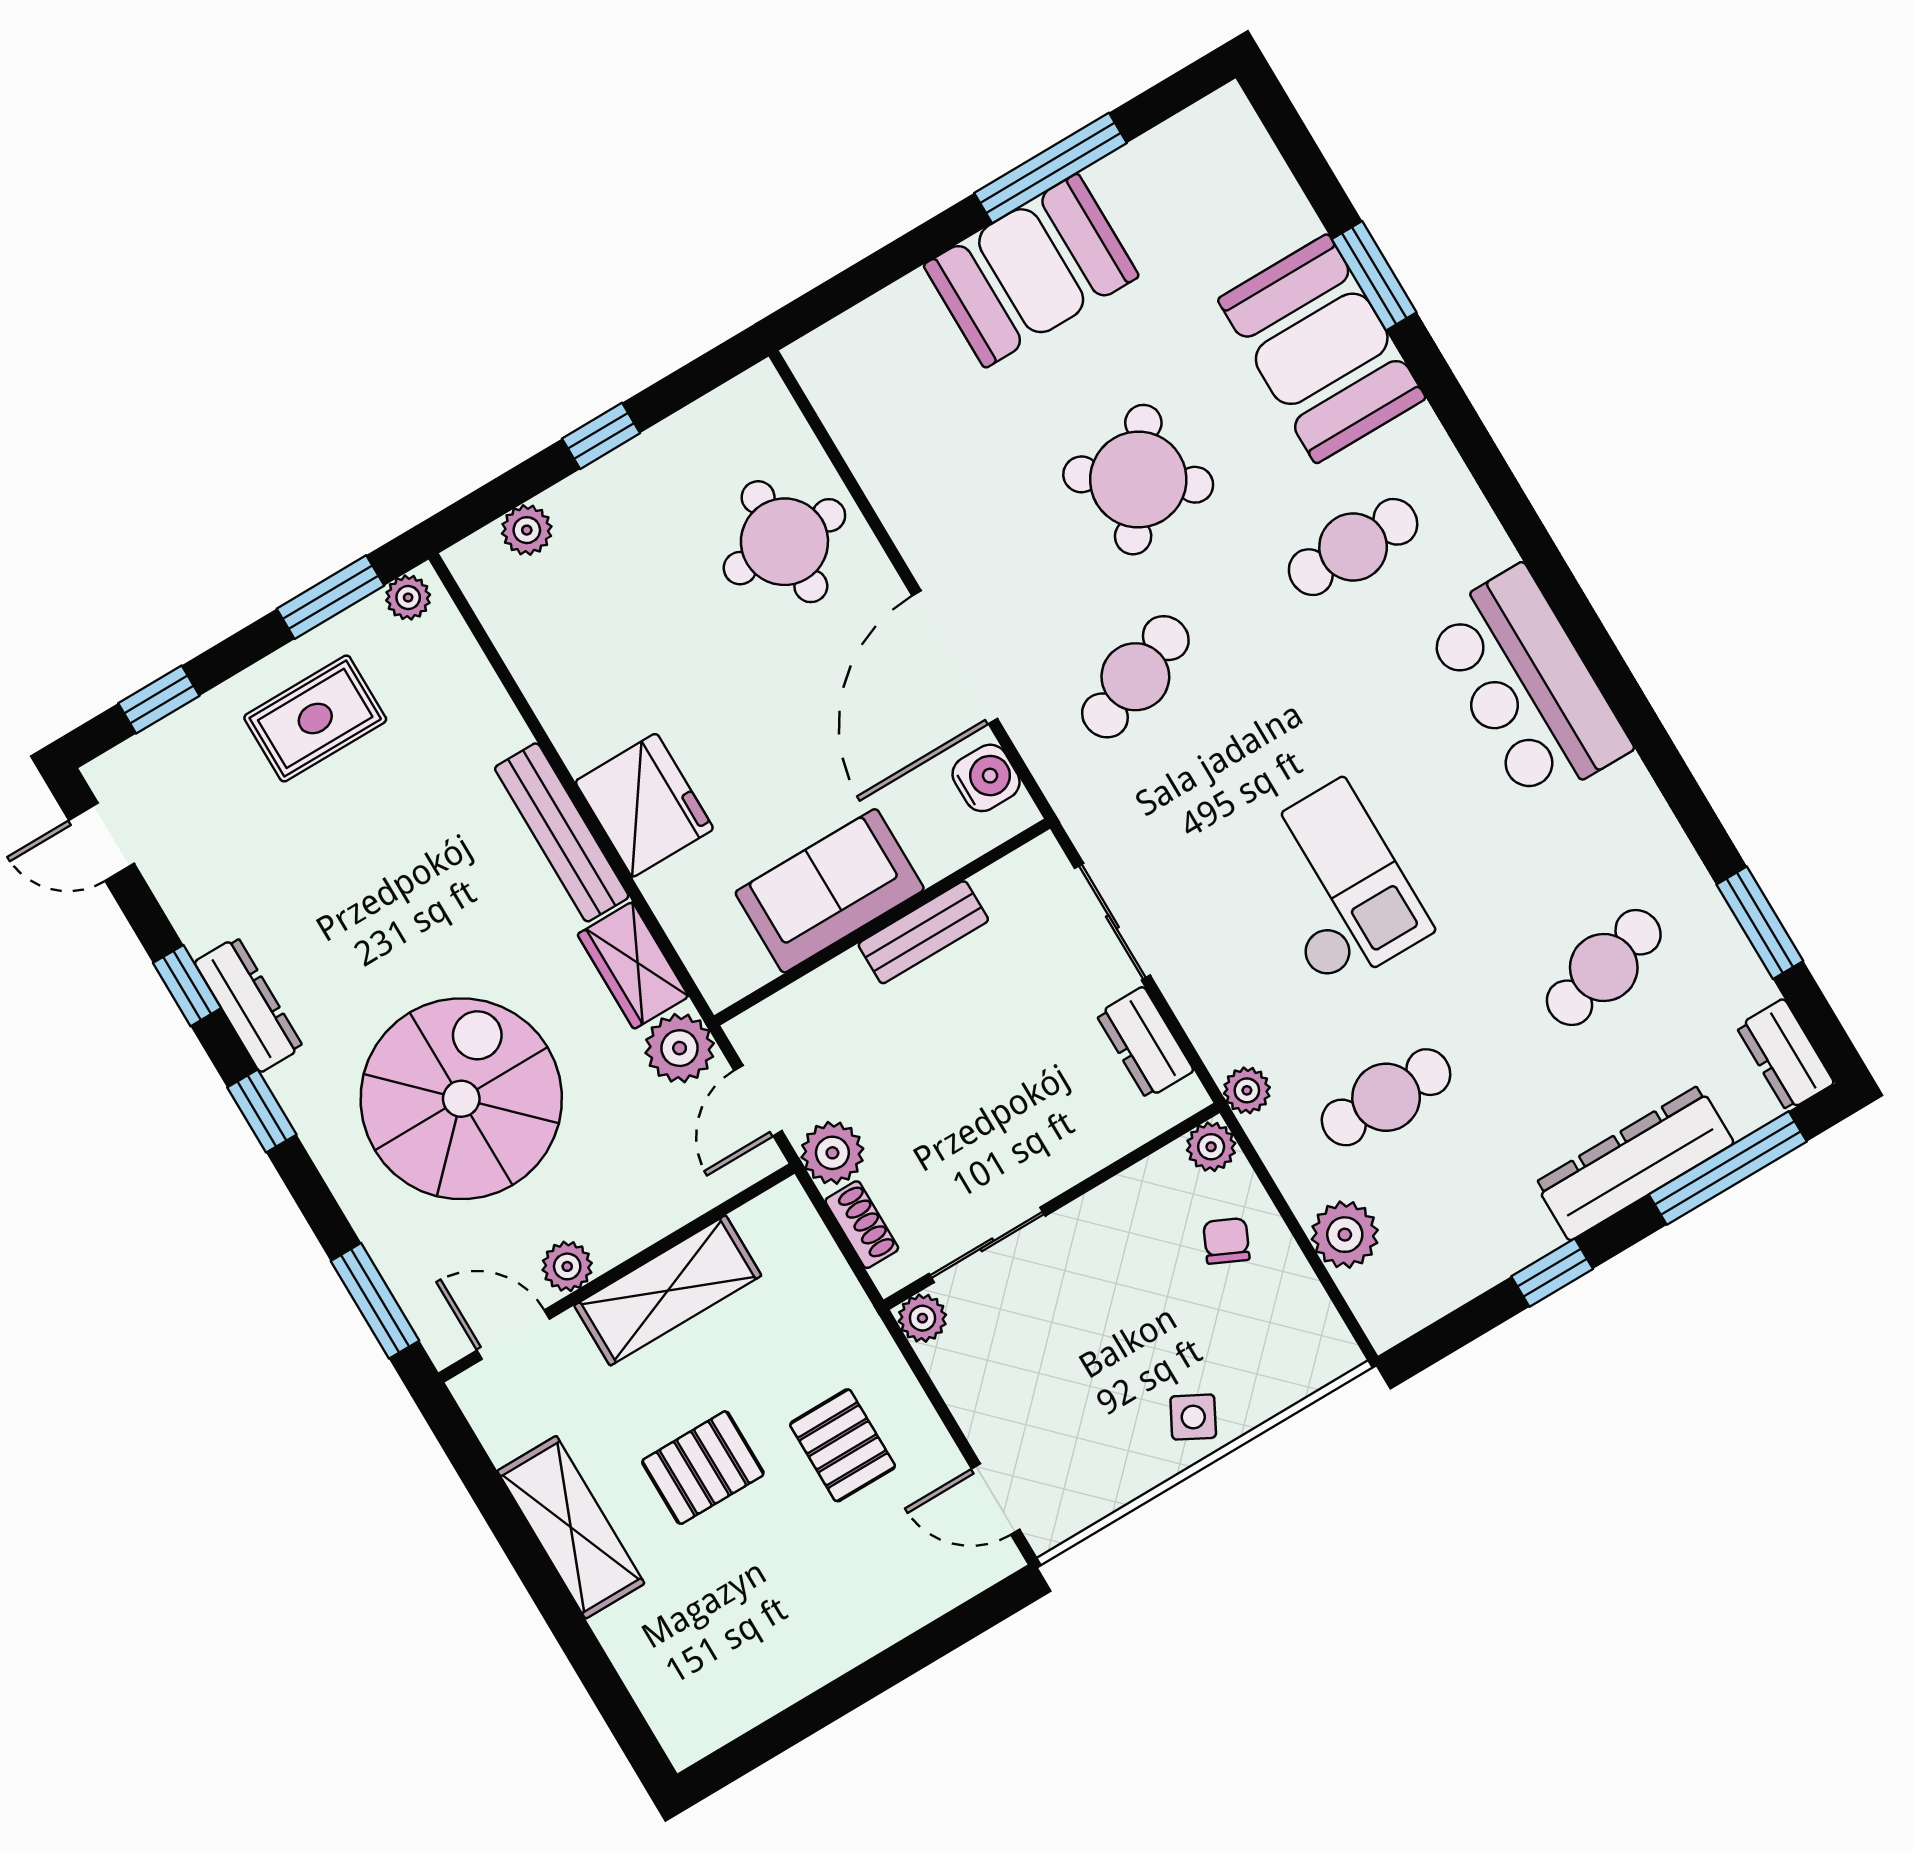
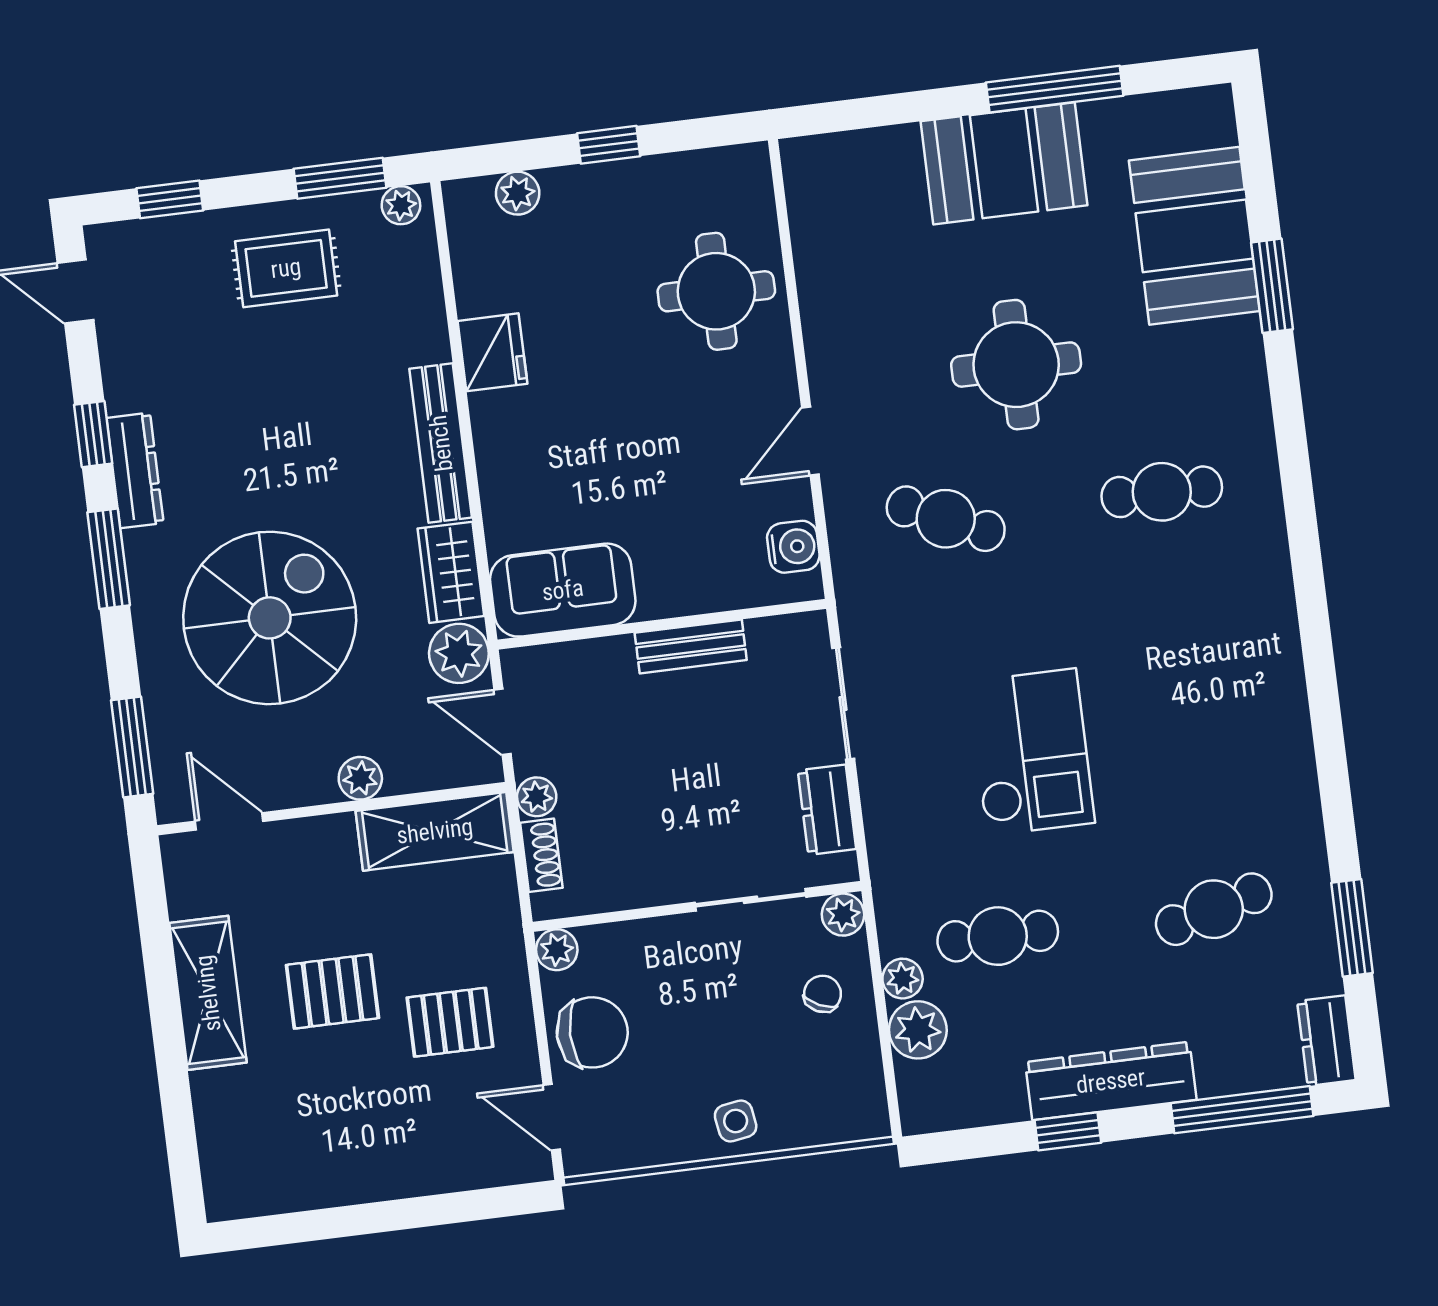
booth: (1322, 349) -> (1194, 236), moved
round table: (1138, 480) -> (1016, 365), turned -36
door: (955, 657) -> (810, 441), width x0.53
cafe table: (1135, 677) -> (946, 519), turned 45
bar counter: (1527, 686) -> (1251, 661), removed
fridge: (644, 805) -> (492, 352), moved, width x0.73, depth x0.75
sofa: (830, 891) -> (563, 590), moved
plant: (1247, 1090) -> (903, 979), moved
door: (758, 1101) -> (503, 722), hinge flipped
window: (262, 1111) -> (109, 559), width x1.50
plant: (832, 1153) -> (537, 797), width x0.73, depth x0.73
dresser: (1634, 1163) -> (1111, 1081), moved
sliding door: (987, 1245) -> (751, 900), moved
plant: (567, 1266) -> (360, 778), moved
shelving: (668, 1290) -> (435, 831), moved
chair: (999, 1390) -> (592, 1032), added
side table: (1193, 1417) -> (736, 1121), turned -37
pallet: (843, 1445) -> (450, 1022), turned 90

